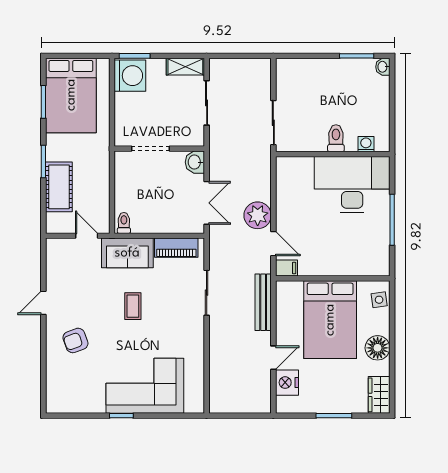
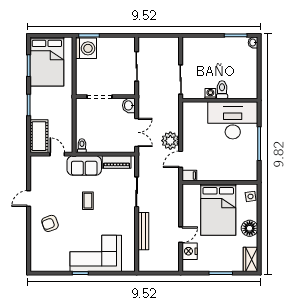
shelving: (185, 67) -> (123, 42), removed
washing machine: (366, 144) -> (210, 94), moved
cot: (59, 187) -> (39, 136), moved
door: (273, 244) -> (181, 159), swing flipped
bench: (263, 302) -> (143, 231), moved

